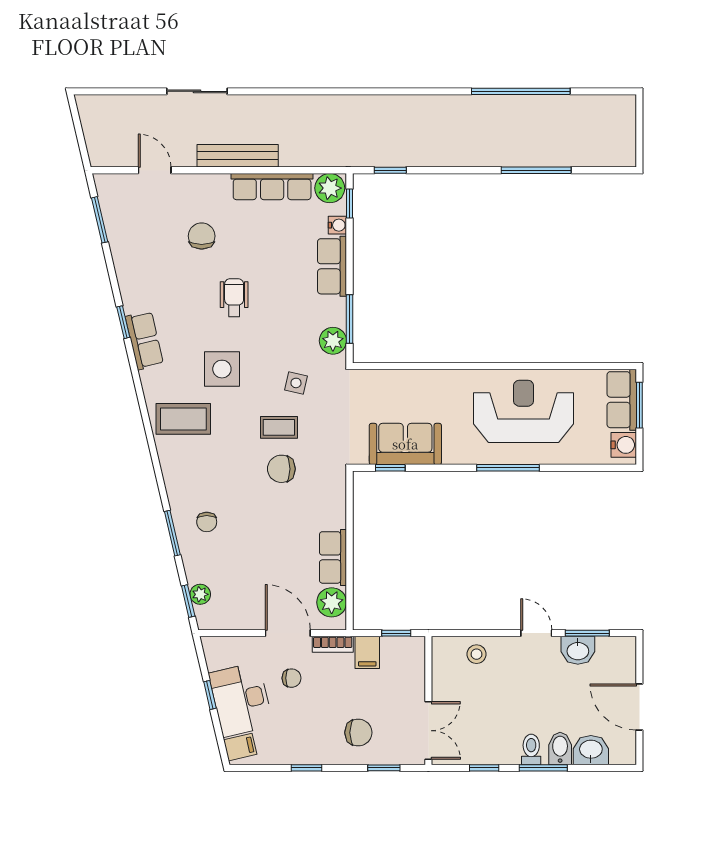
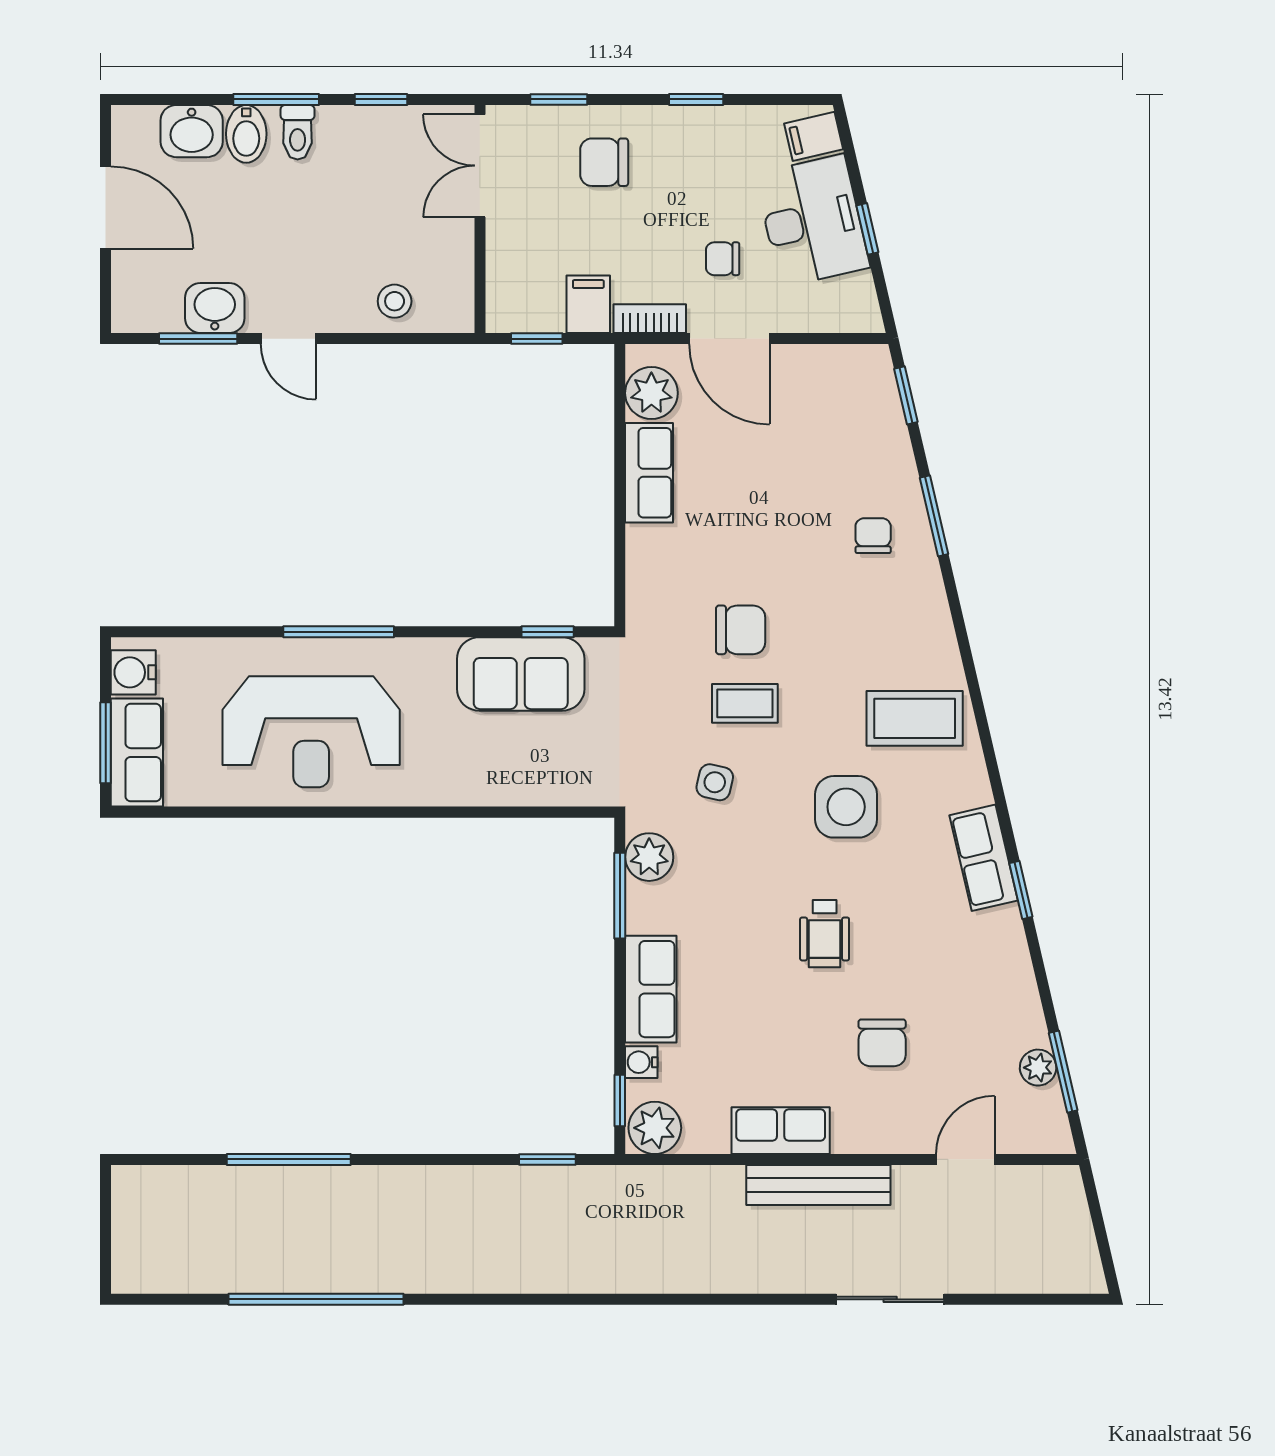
door: (155, 170) -> (965, 1159), swing flipped
row of seats: (272, 187) -> (781, 1131), width x0.68
plant: (200, 594) -> (1038, 1068), moved

